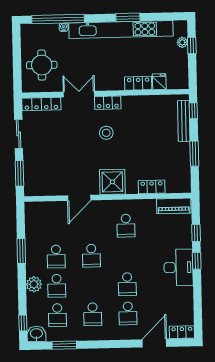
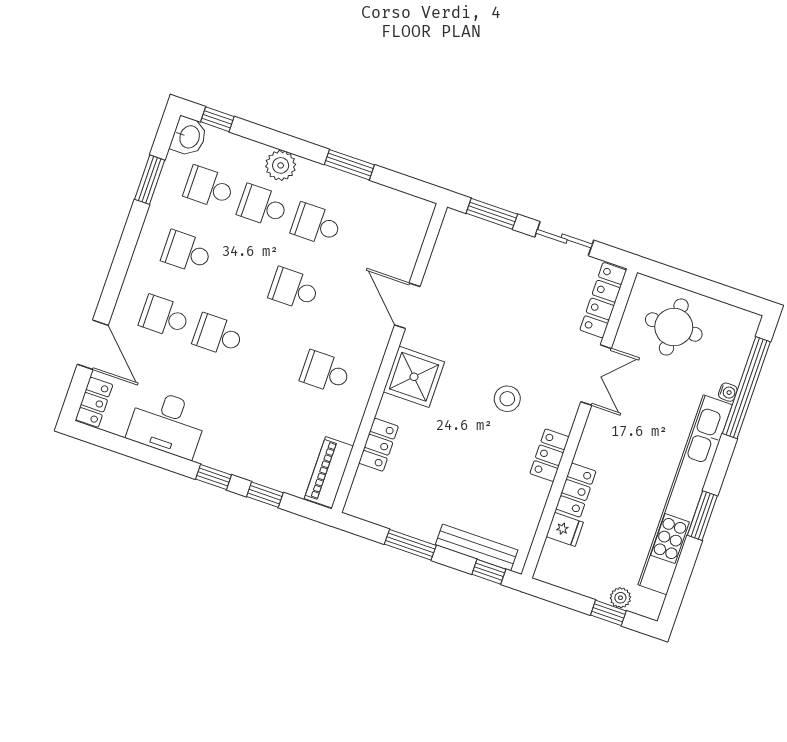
locker: (108, 103) -> (549, 455), moved
desk: (178, 267) -> (167, 423), moved

